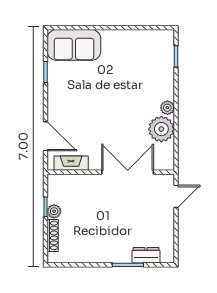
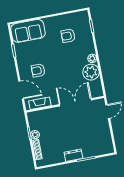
armchair: (136, 65) -> (68, 36), added
armchair: (78, 111) -> (38, 70), added
dresser: (146, 255) -> (73, 155), moved

